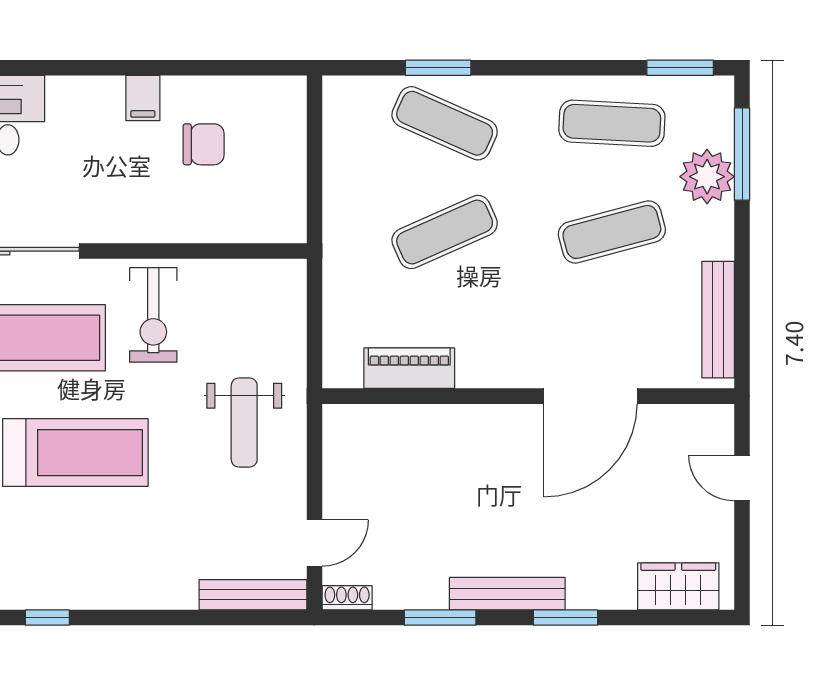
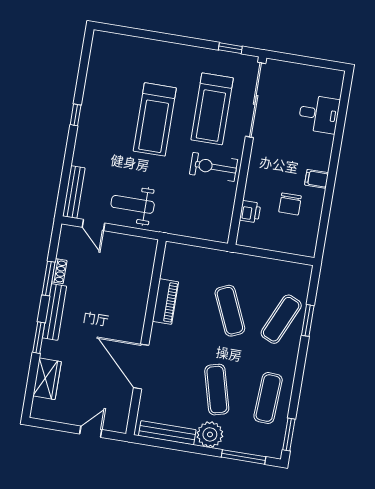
plant: (707, 177) -> (210, 434), moved
printer: (233, 224) -> (250, 212), added
piano: (409, 368) -> (165, 302), moved
weight bench: (244, 422) -> (133, 204), moved
wardrobe: (678, 586) -> (47, 379), moved
shoe rack: (347, 598) -> (59, 271), moved
window: (47, 618) -> (76, 115), moved

